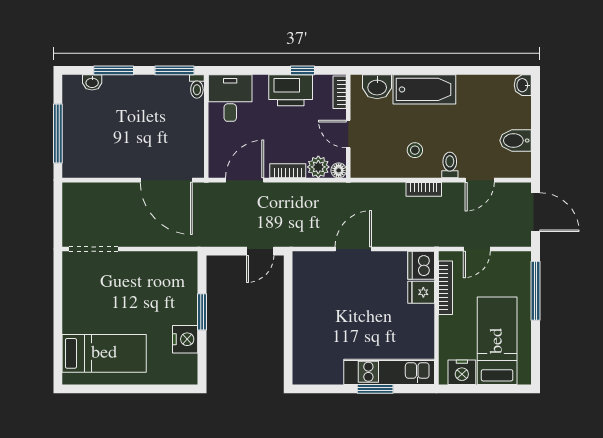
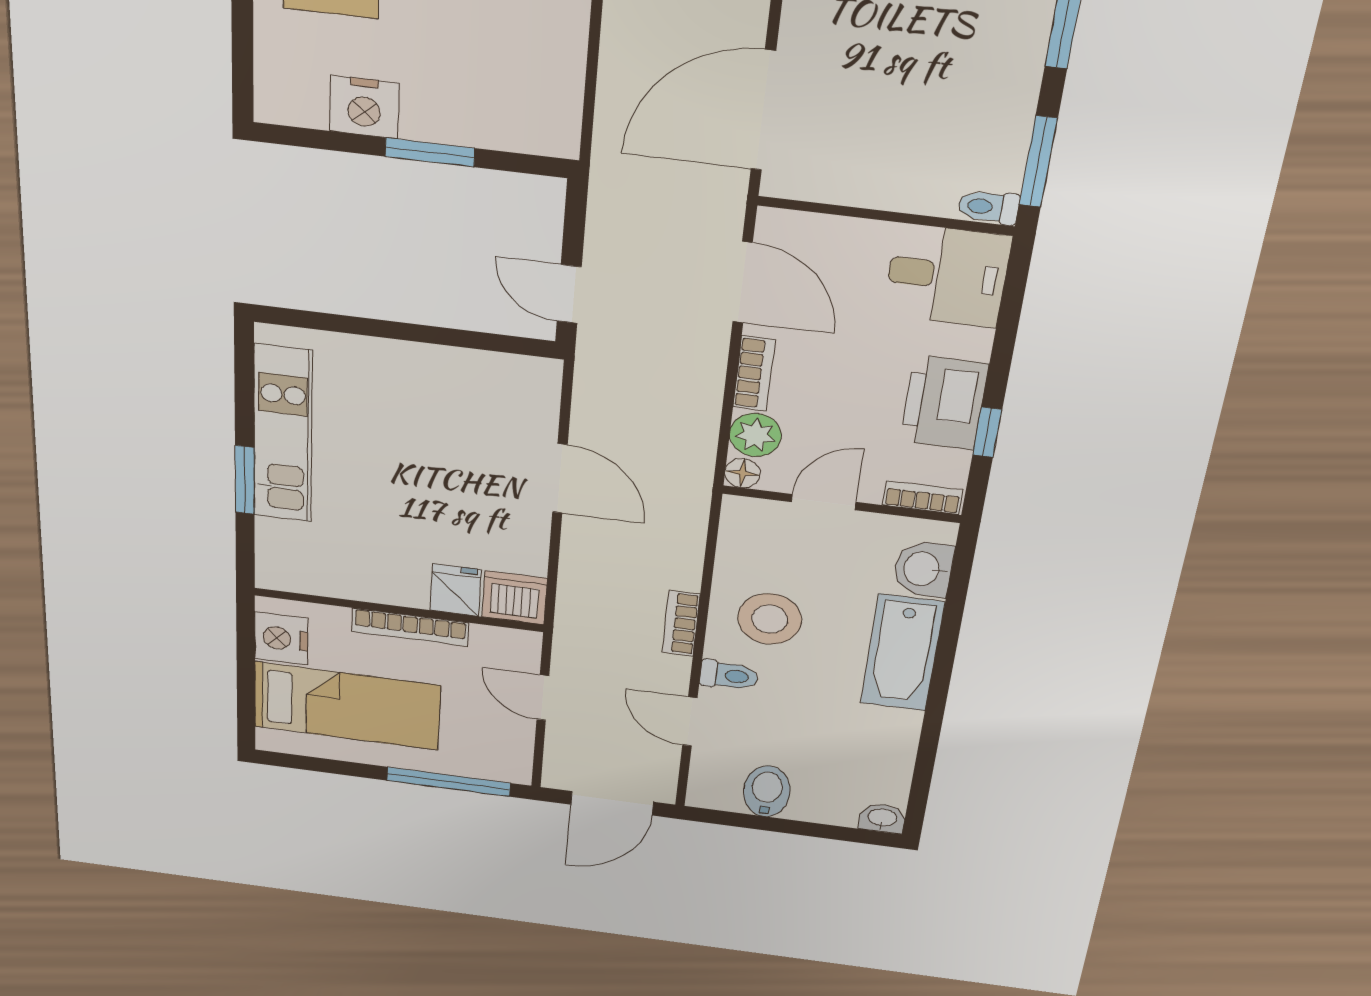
stool: (415, 150) -> (770, 619), width x1.89, depth x1.89
bookcase: (446, 288) -> (410, 627), moved
kitchen unit: (389, 372) -> (283, 434), moved

